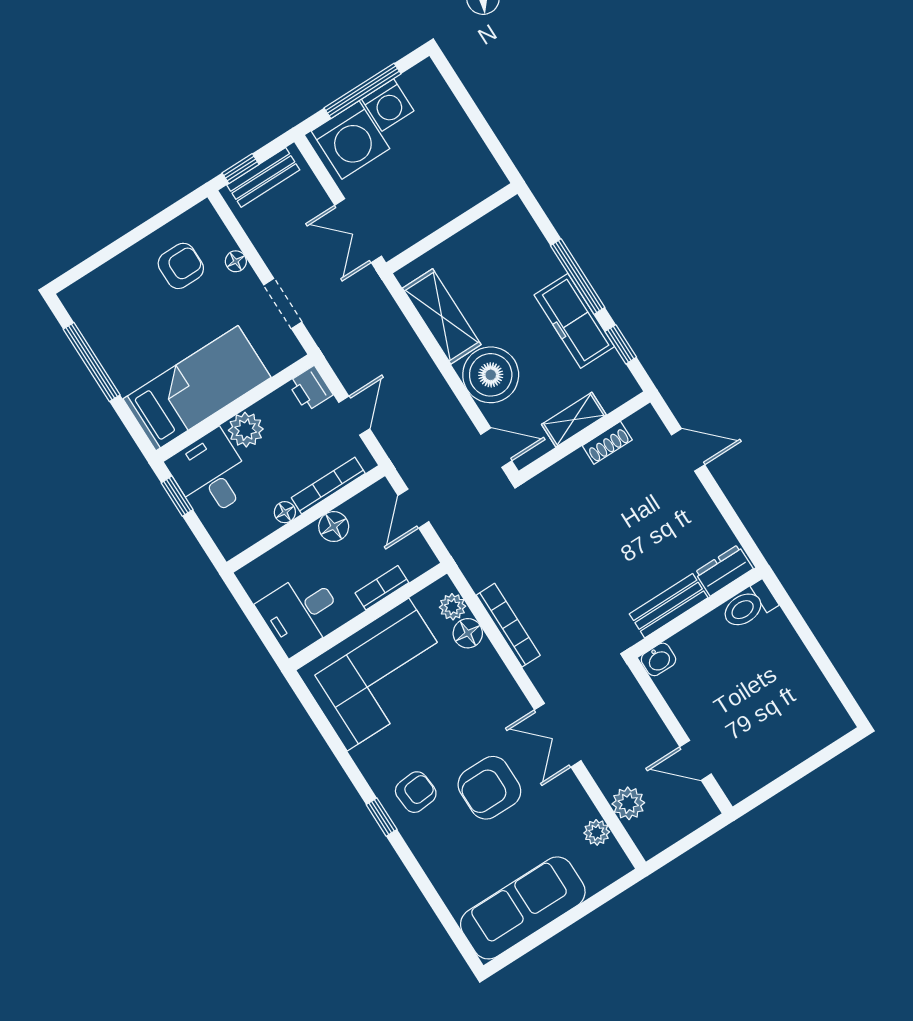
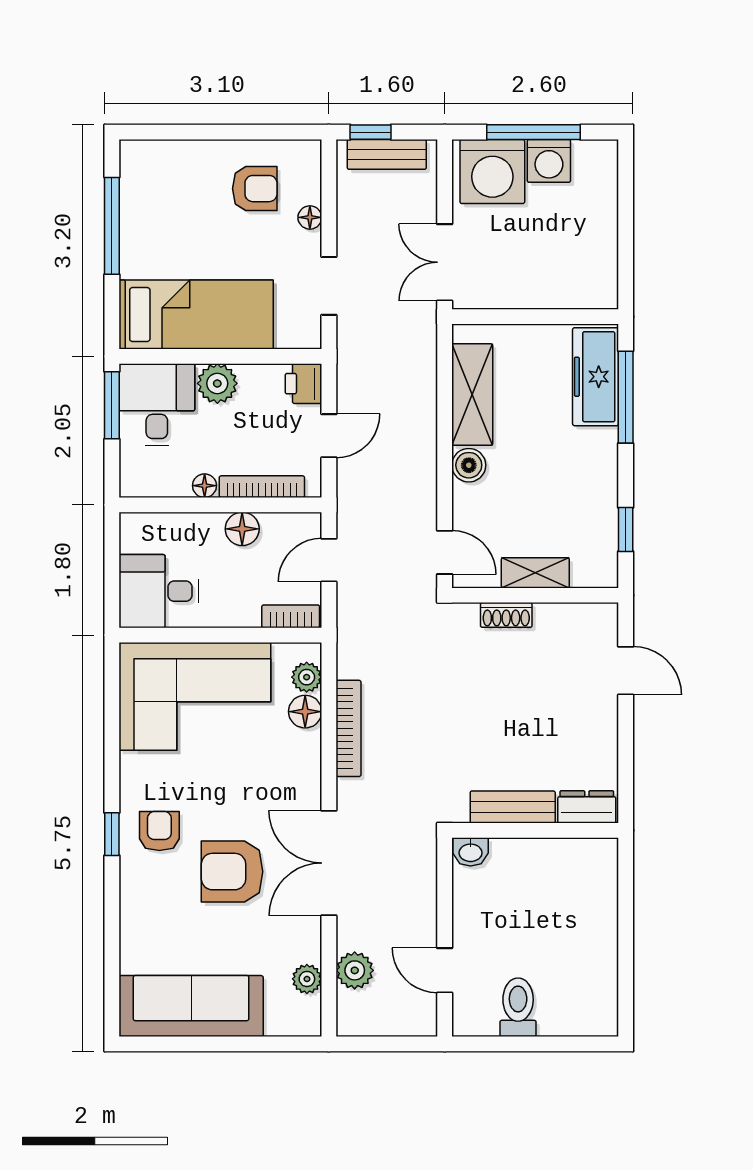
window: (578, 277) -> (626, 397), moved
freezer: (574, 321) -> (596, 377), moved
boiler: (491, 375) -> (469, 465), width x0.54, depth x0.54
shoe rack: (607, 443) -> (506, 615), moved
window: (177, 496) -> (112, 405), width x1.50
bookcase: (382, 588) -> (291, 616), moved
toilet: (749, 606) -> (518, 1007), moved, turned 90
double door: (558, 735) -> (329, 863), width x1.37
armchair: (416, 792) -> (159, 831), turned -85

